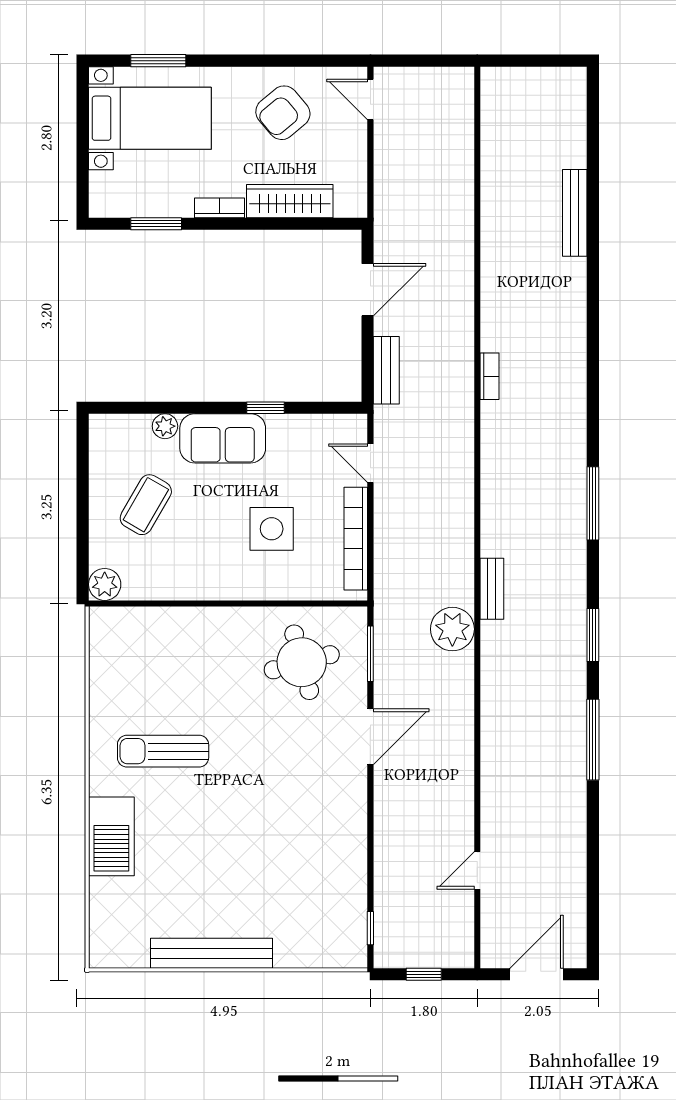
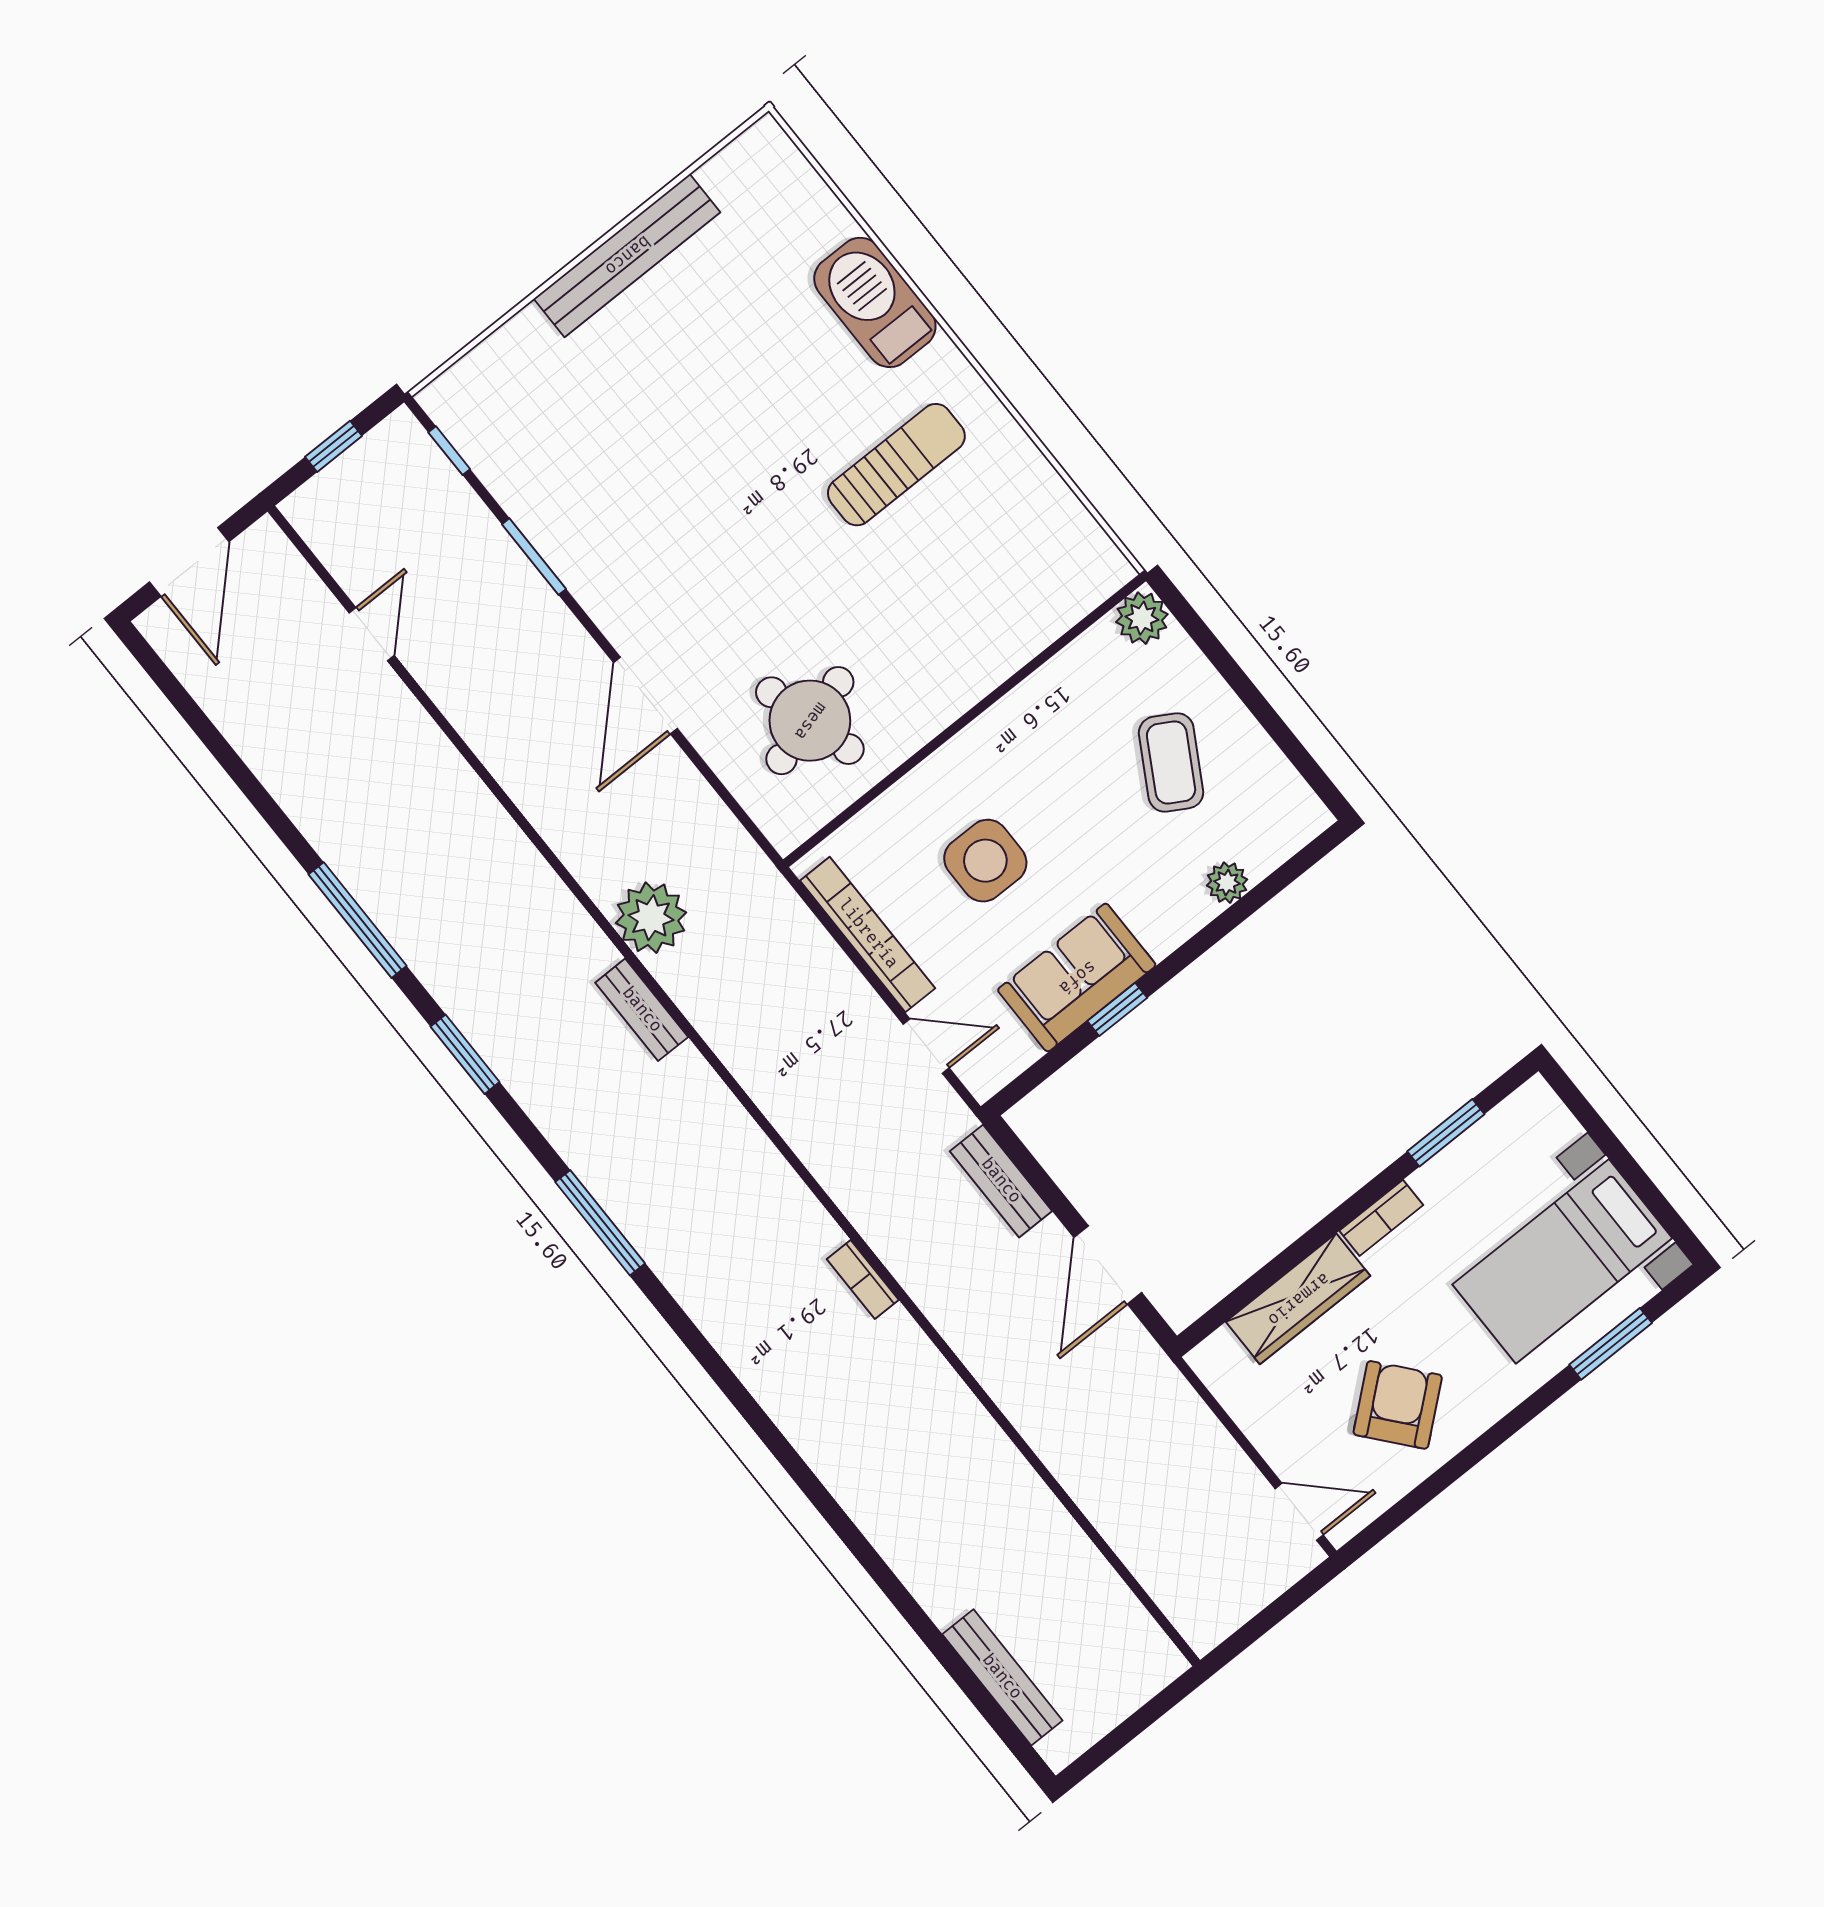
bench: (575, 213) -> (1002, 1677), moved
sofa: (223, 438) -> (1077, 977), moved
window: (370, 654) -> (534, 557), moved

